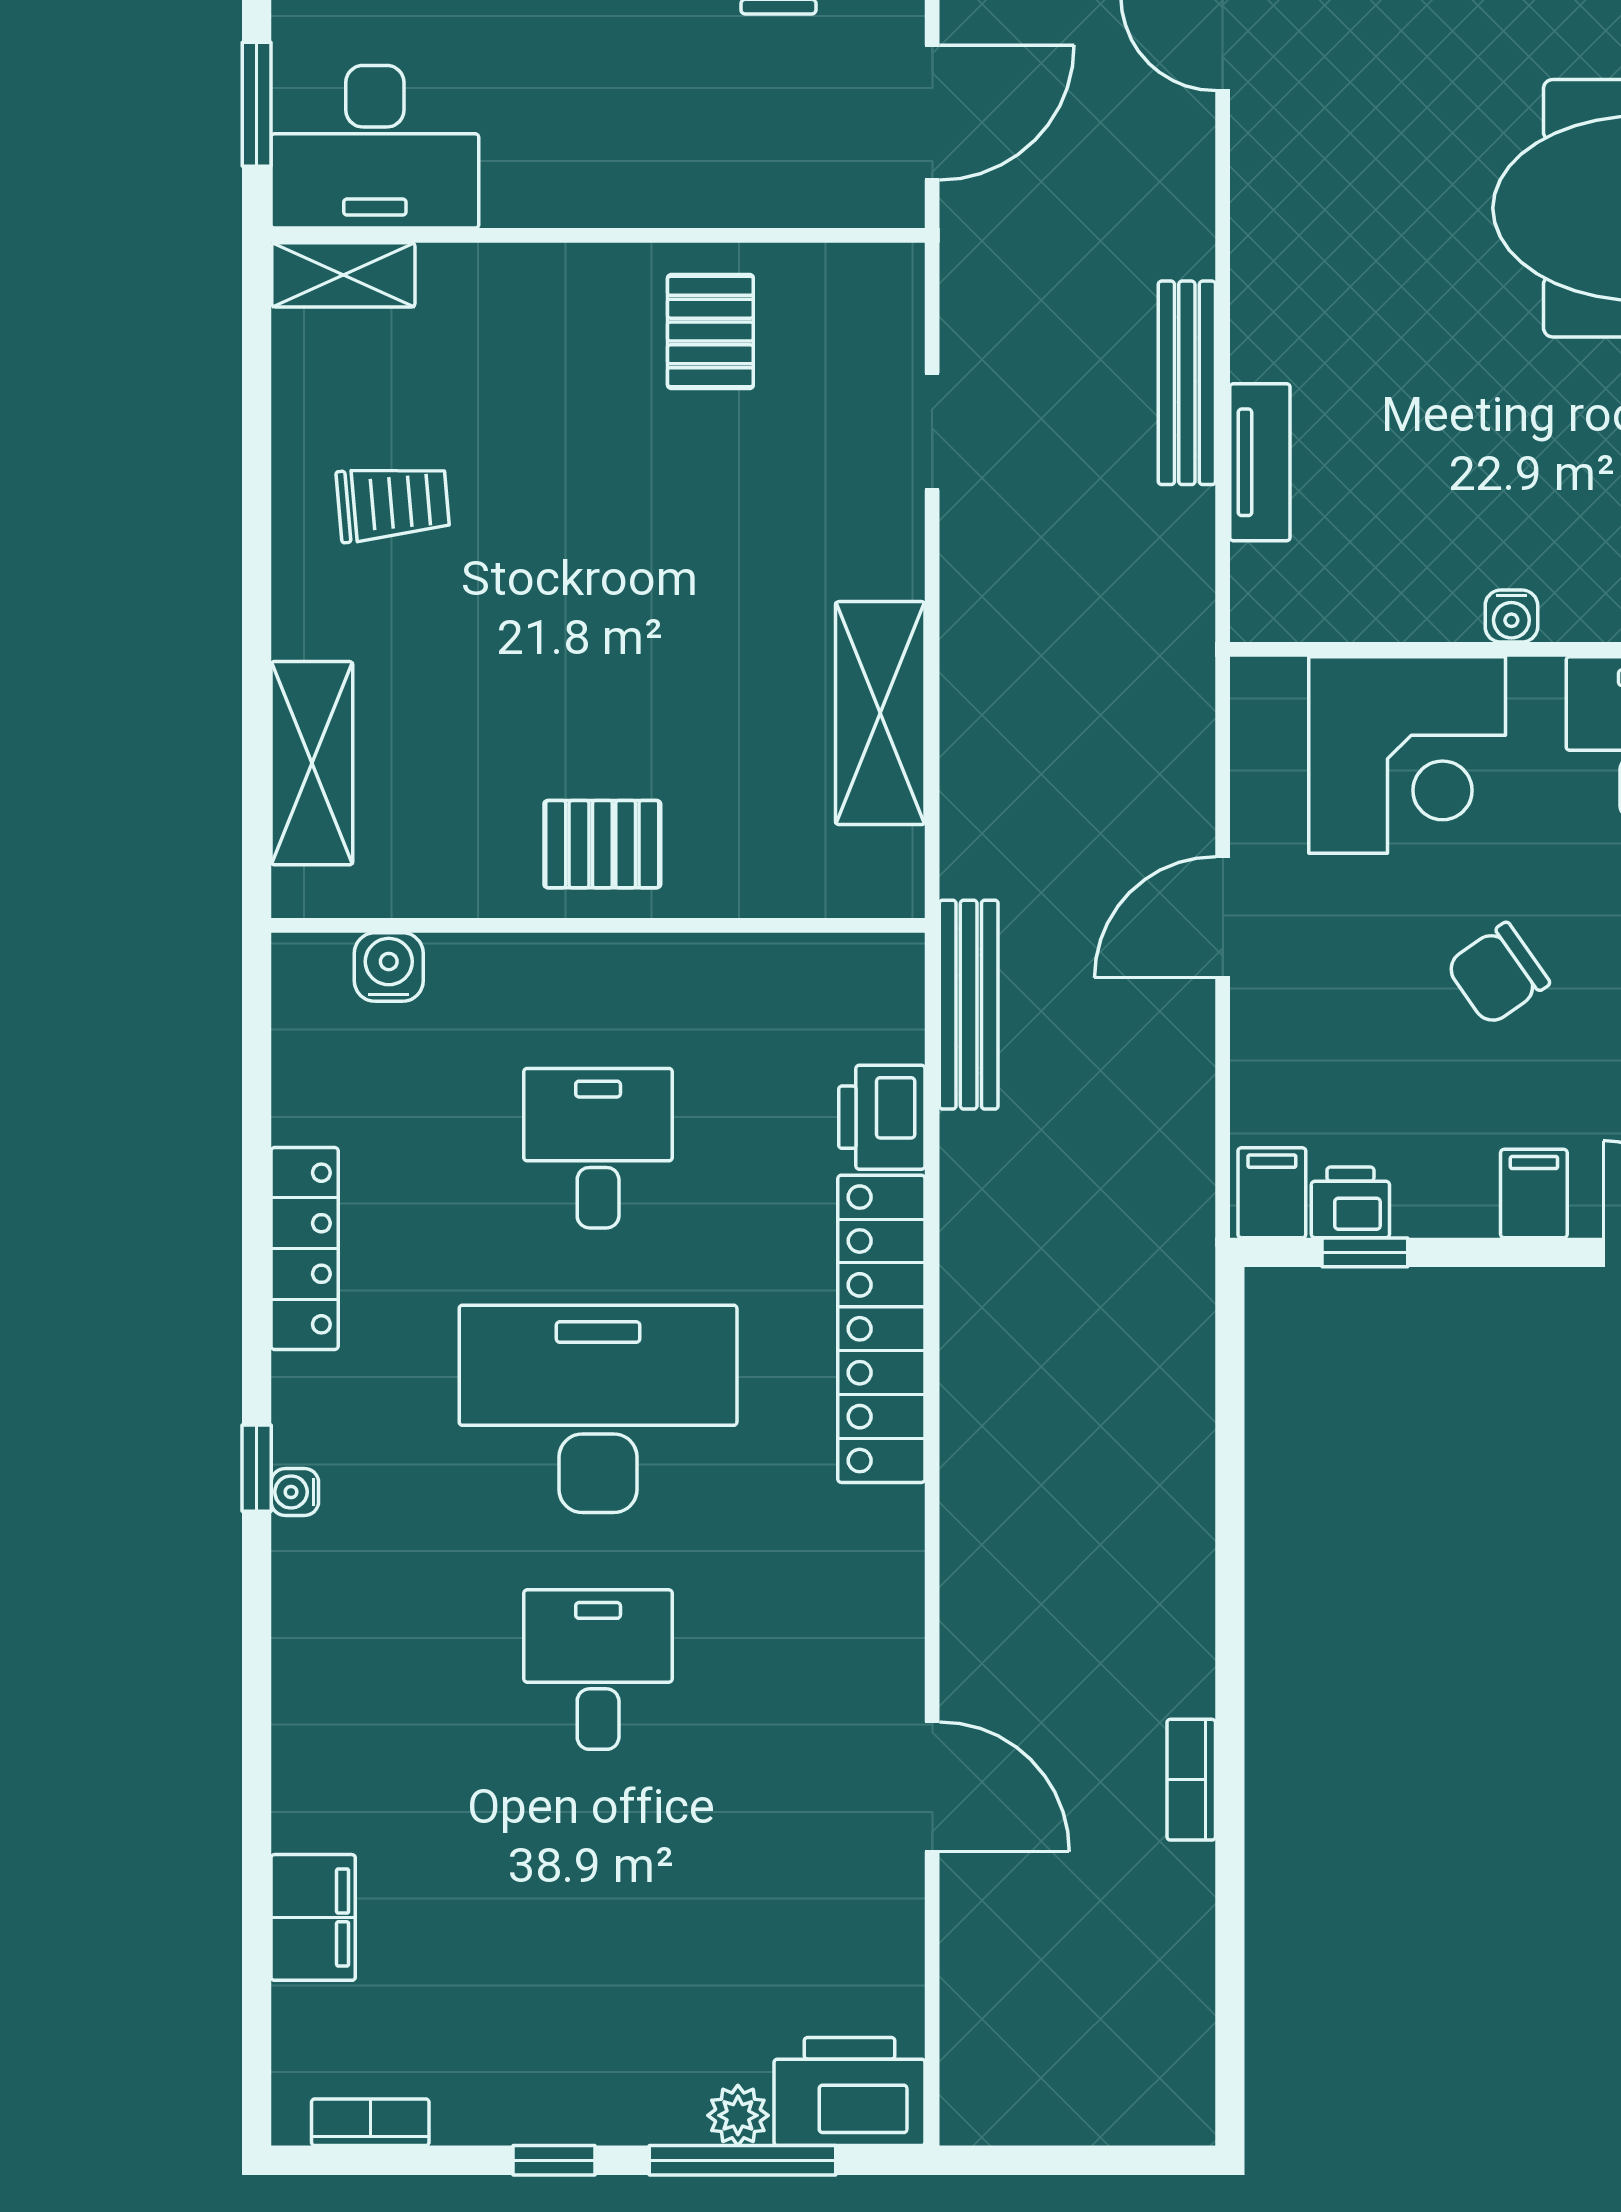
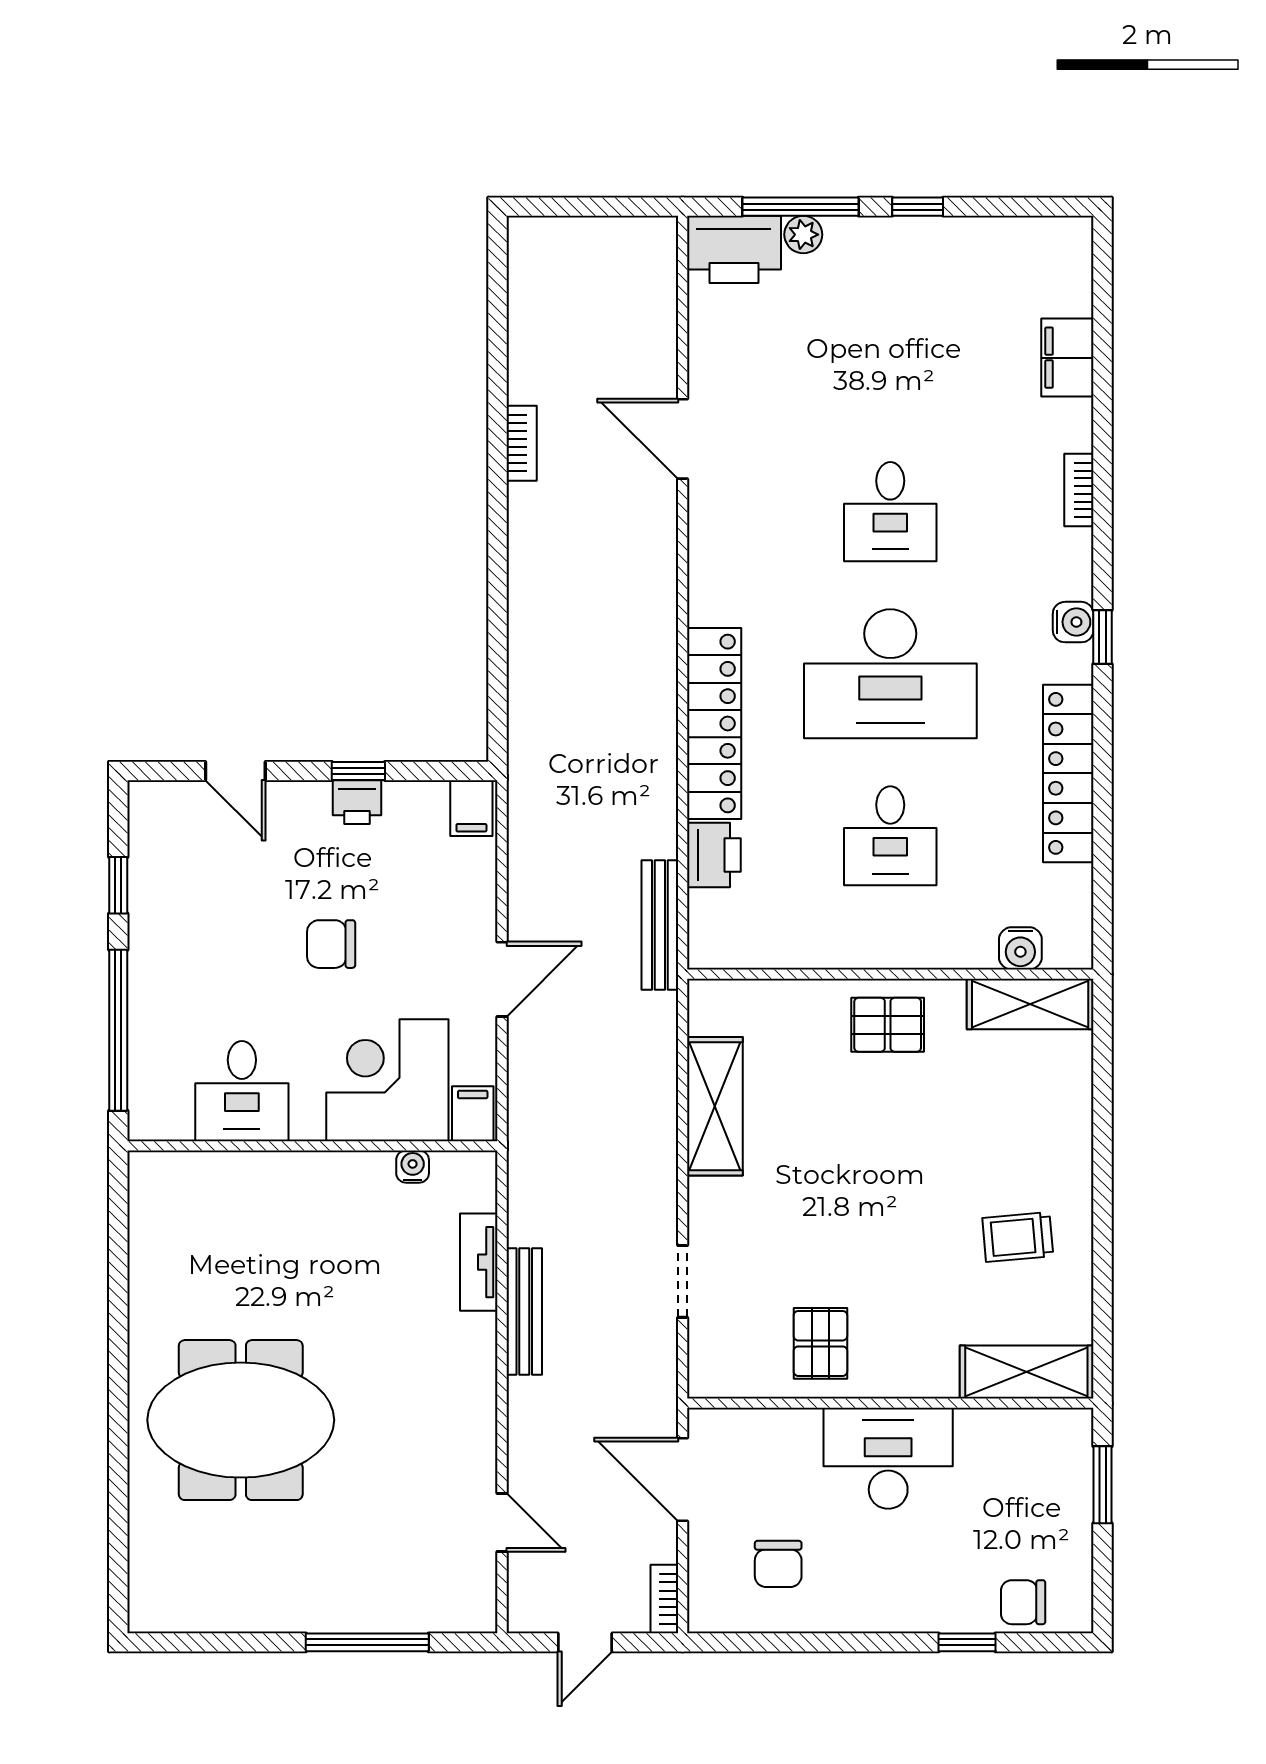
door: (932, 113) -> (683, 1480), hinge flipped
desk: (375, 147) -> (888, 1458), moved
shelving: (343, 275) -> (1026, 1372), width x1.50, depth x1.33
water cooler: (1511, 616) -> (413, 1167), moved
shelving: (312, 763) -> (1030, 1004), moved, turned 90
chair: (1498, 974) -> (331, 944), turned -145
filing cabinet: (1534, 1194) -> (473, 1114), moved, turned 180
printer: (1350, 1202) -> (357, 802), moved
locker: (305, 1248) -> (1068, 773), width x1.41, depth x1.21
window: (1365, 1252) -> (358, 771), moved
water cooler: (295, 1492) -> (1073, 622), width x1.38, depth x1.38
bookcase: (370, 2122) -> (1079, 490), moved, turned 90

